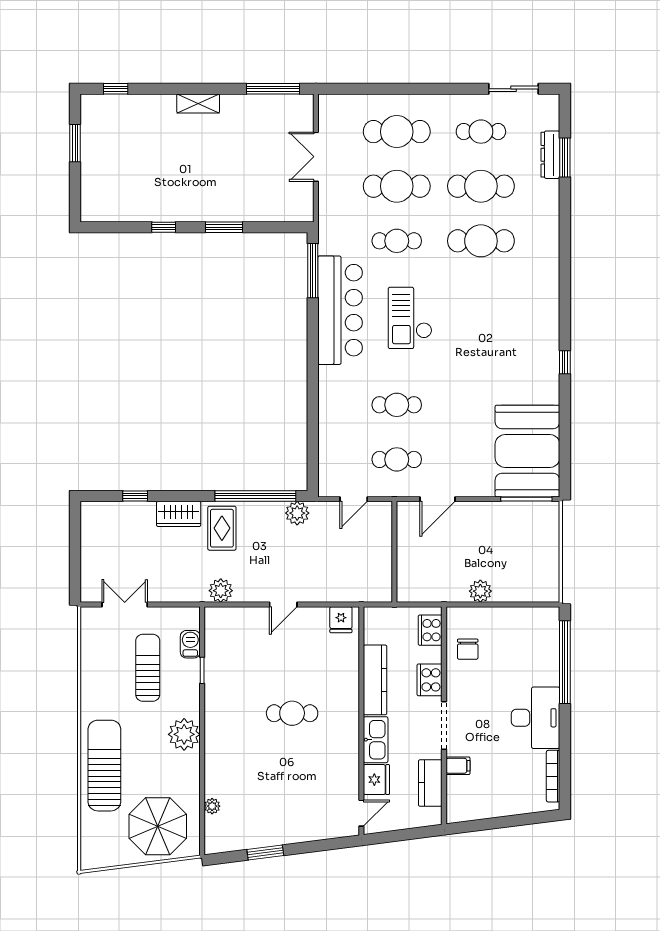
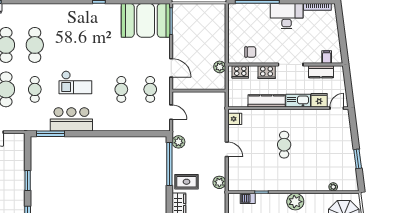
bar counter: (340, 310) -> (71, 119), width x0.73
plant: (480, 591) -> (220, 67), moved
filing cabinet: (458, 766) -> (327, 57), moved
door: (361, 813) -> (337, 108), hinge flipped

